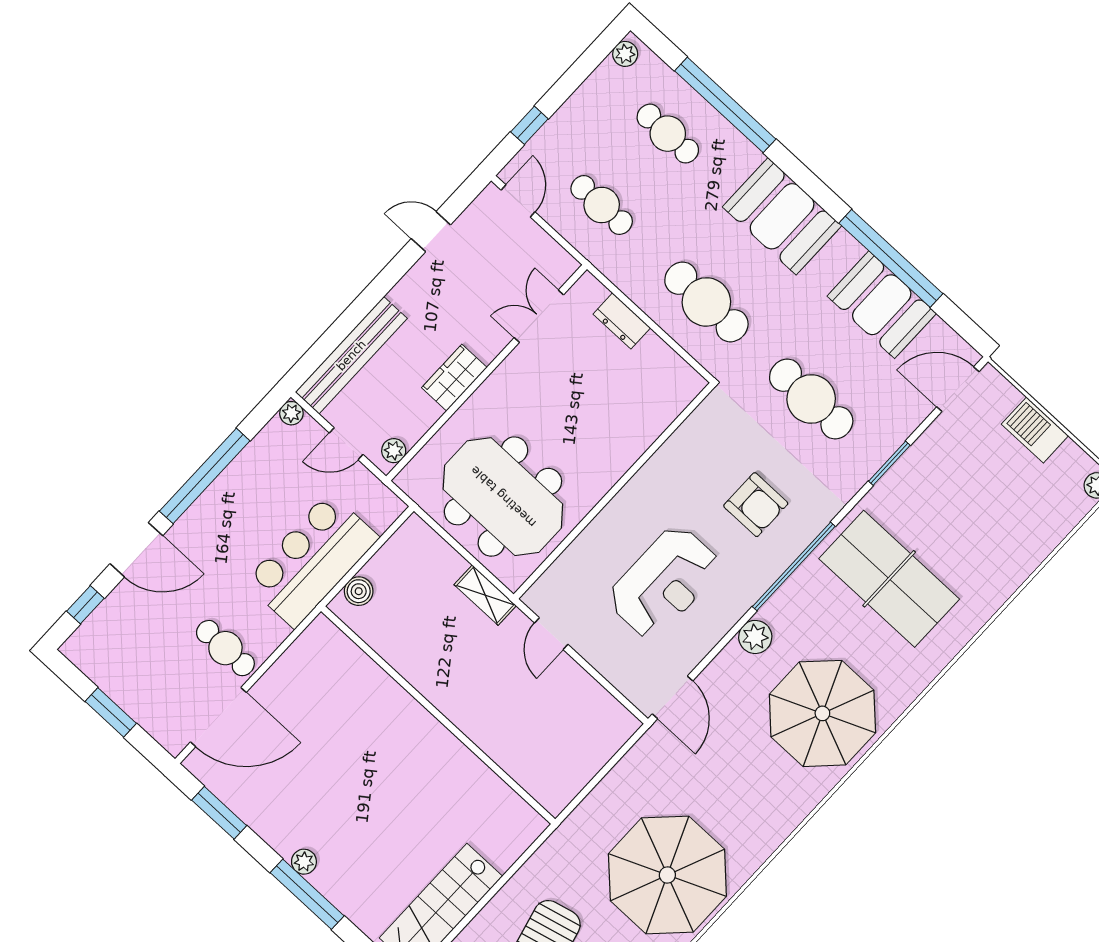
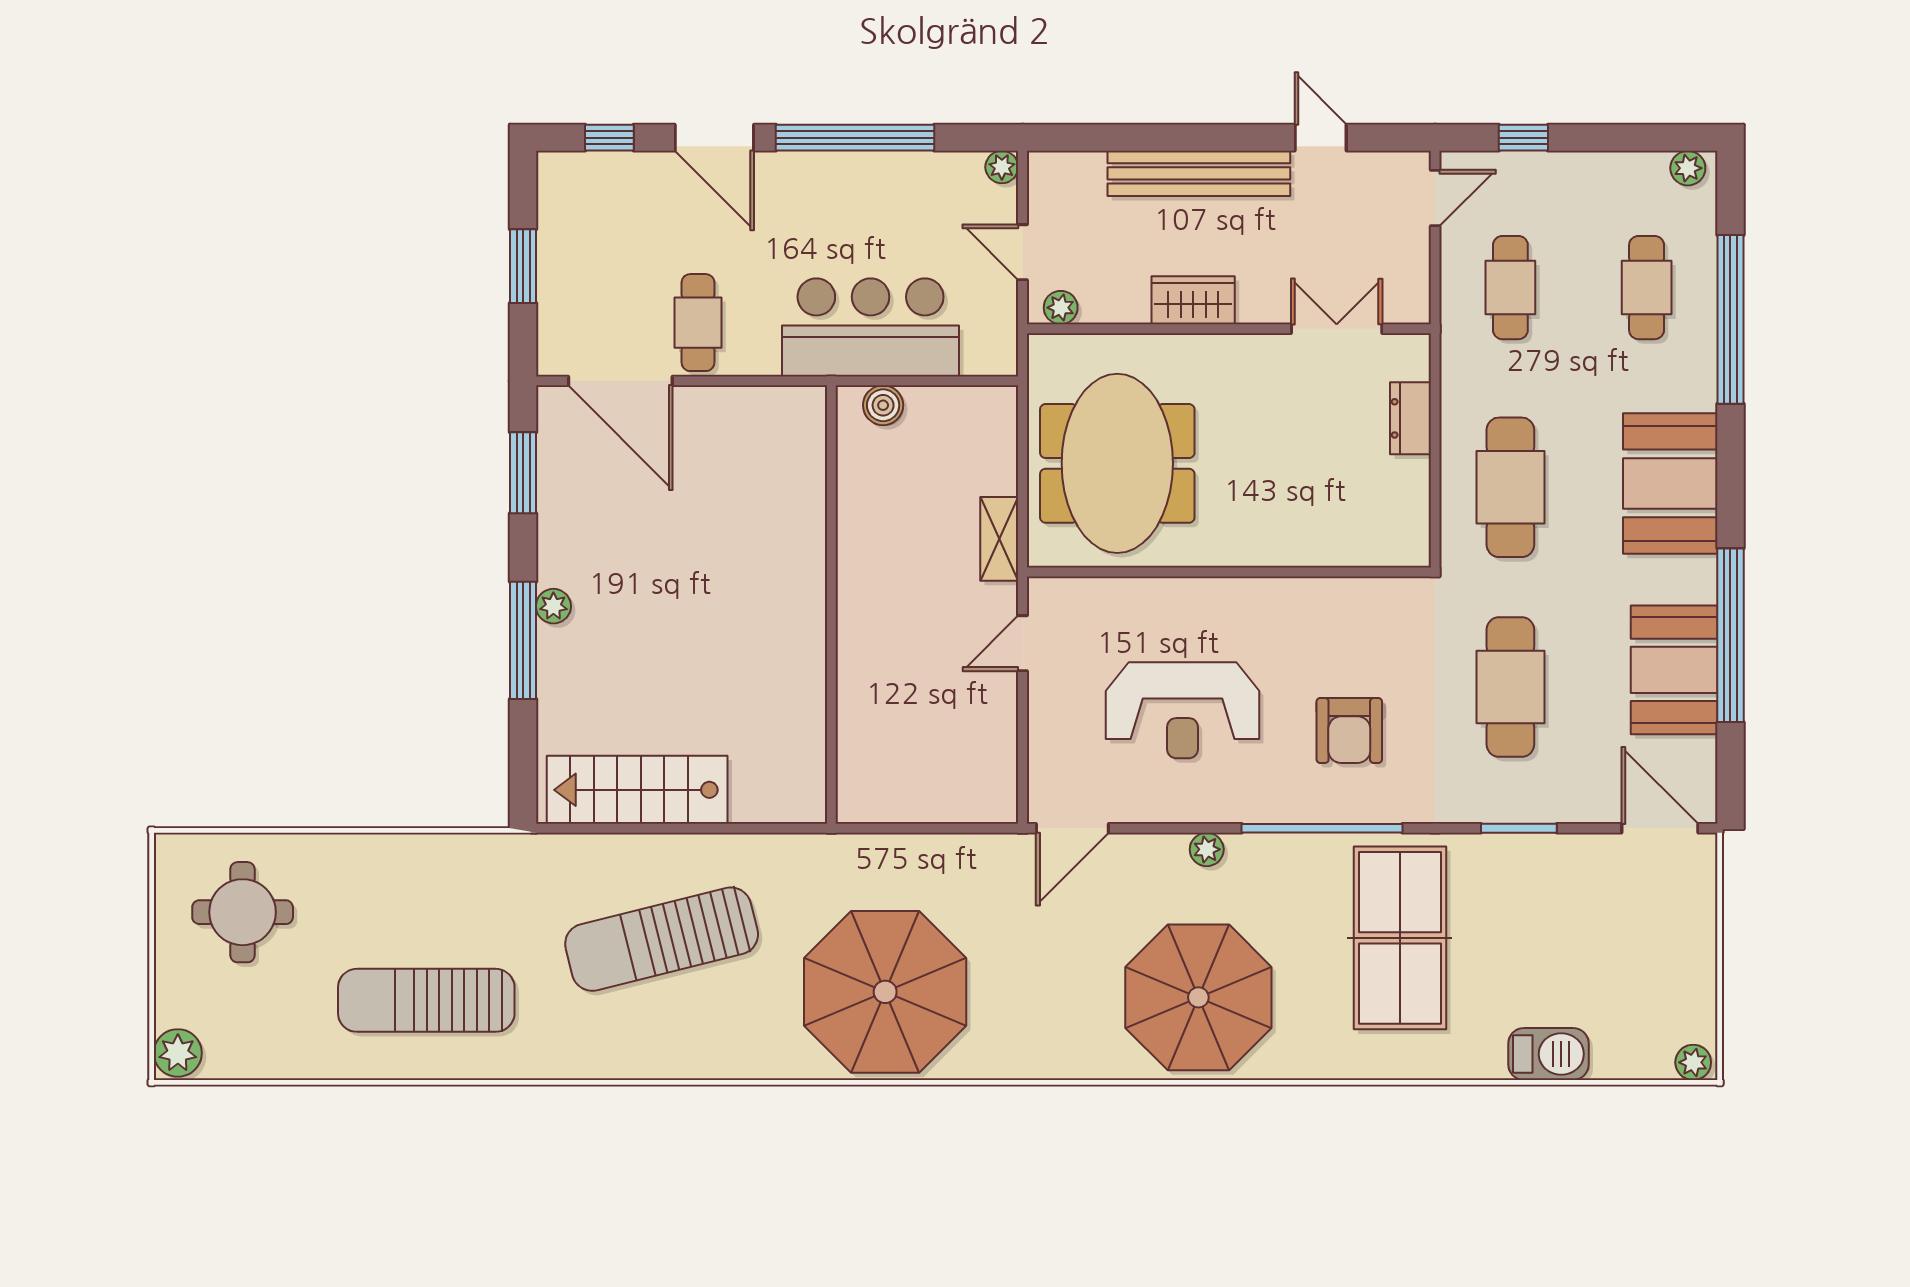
bench: (351, 355) -> (1199, 173), moved
barbecue: (1035, 430) -> (1548, 1054), moved, turned 90
plant: (755, 637) -> (1207, 849), width x0.73, depth x0.73

